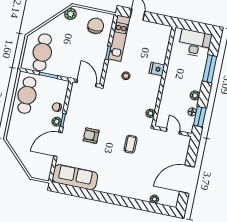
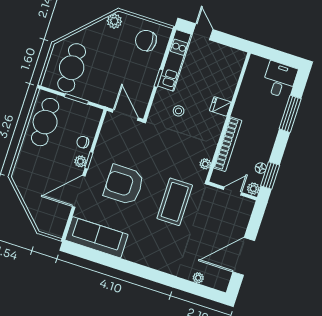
chair: (96, 26) -> (146, 41), turned -90
desk: (195, 43) -> (280, 80), width x0.73
plant: (195, 95) -> (253, 189), moved
bookcase: (166, 97) -> (228, 144), added
door: (173, 131) -> (233, 191), hinge flipped
armchair: (91, 136) -> (124, 185), width x1.88, depth x1.88
coffee table: (131, 144) -> (175, 202), width x1.86, depth x1.72

